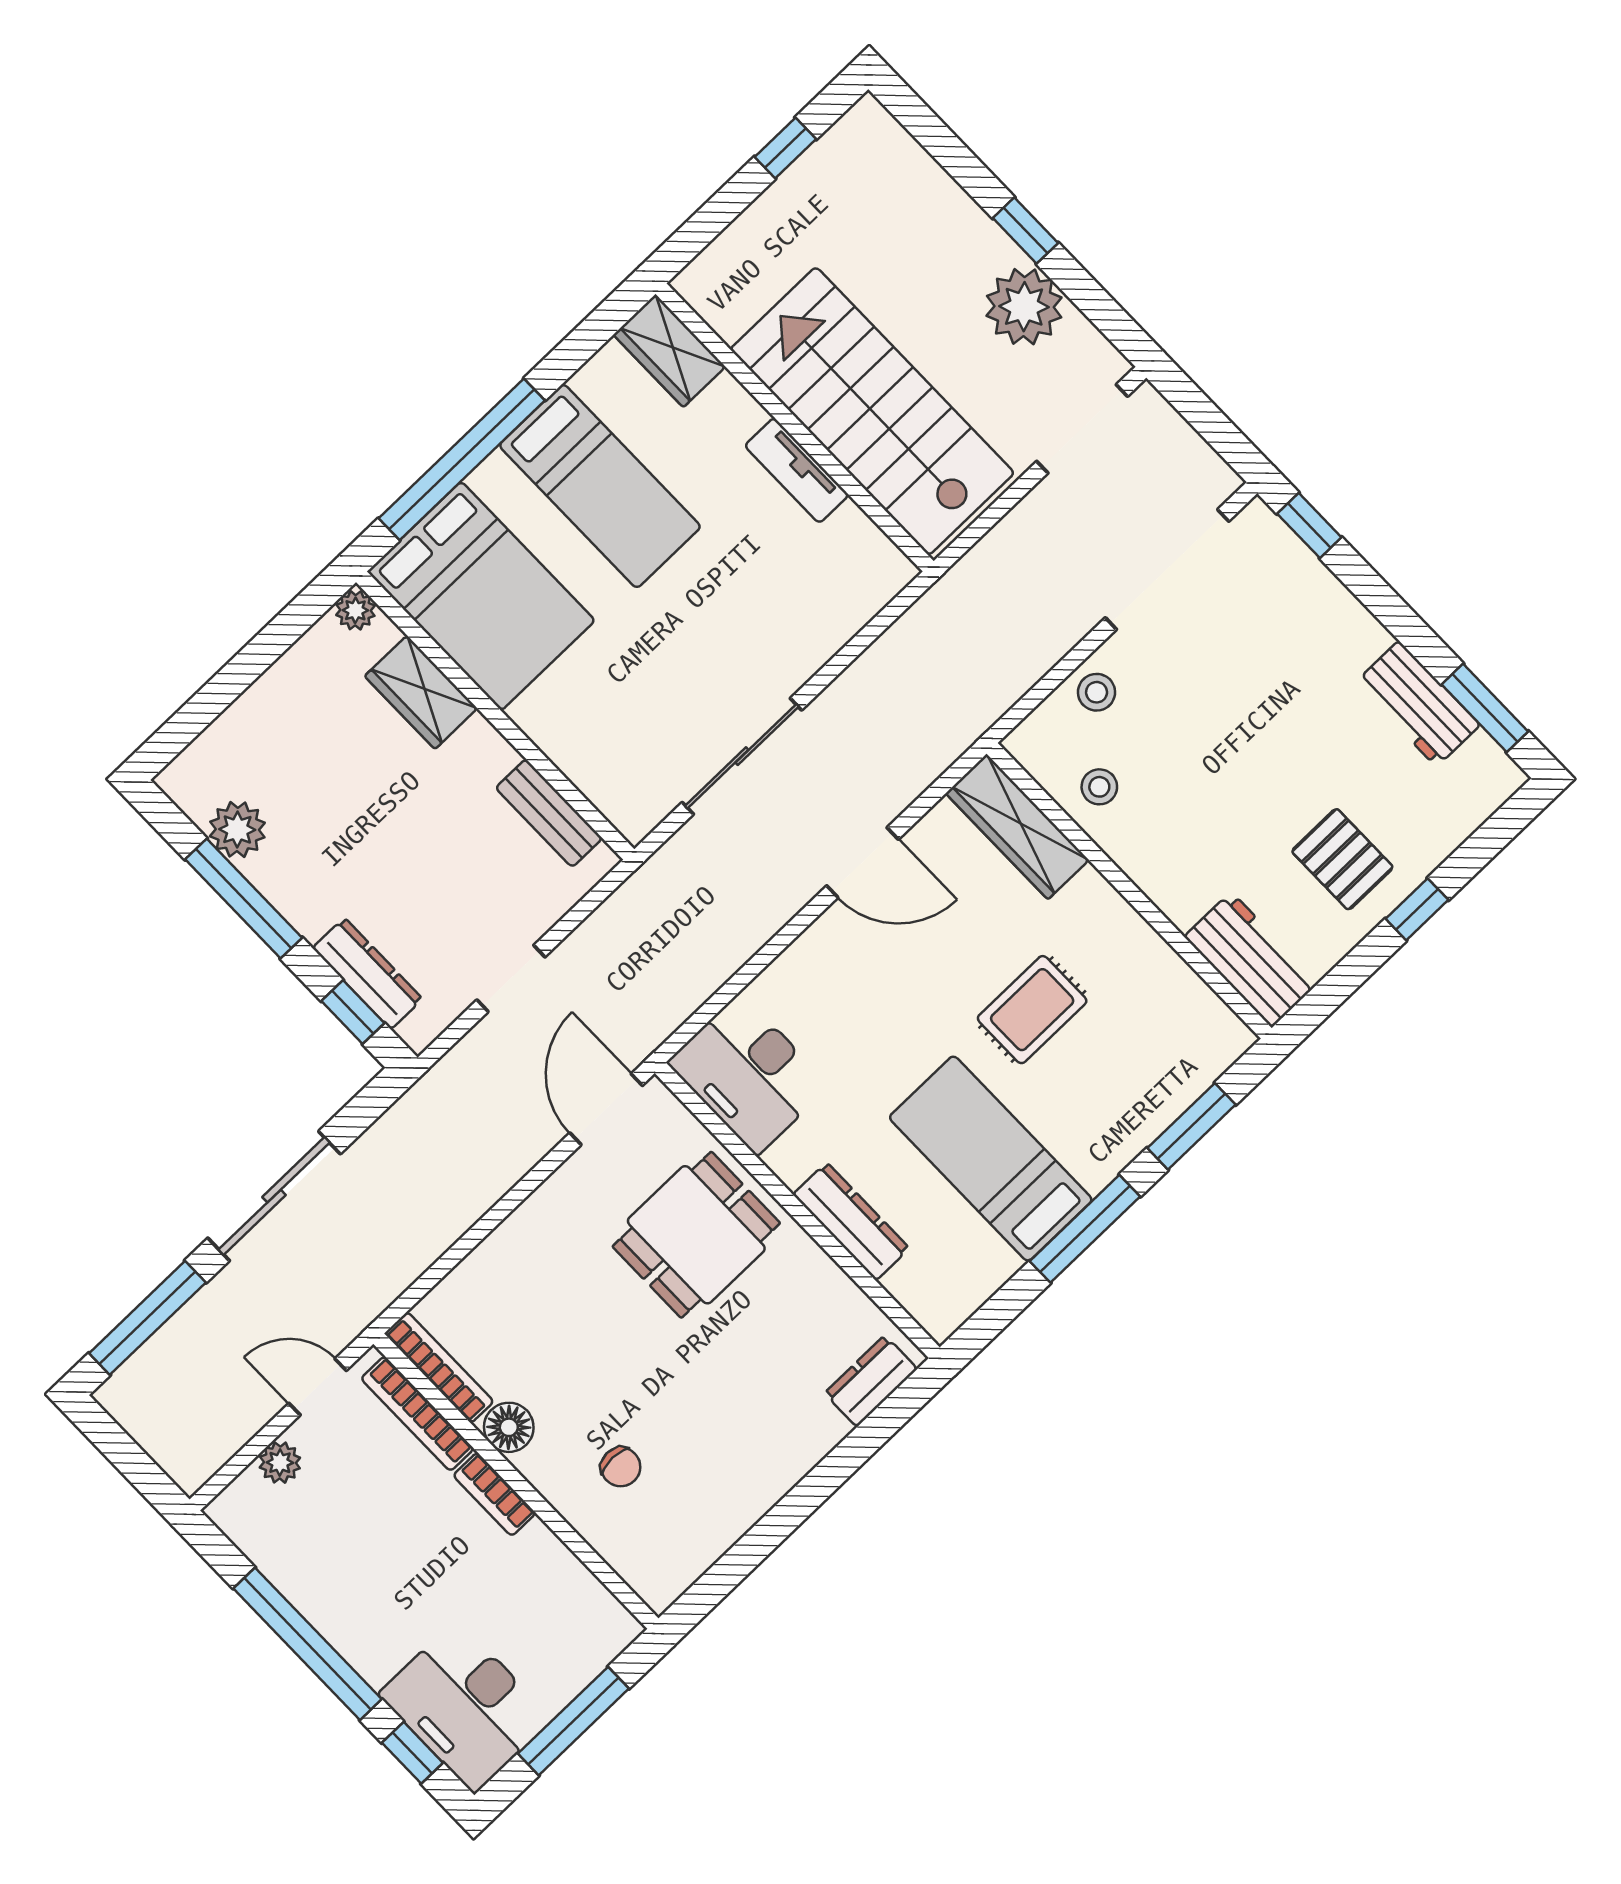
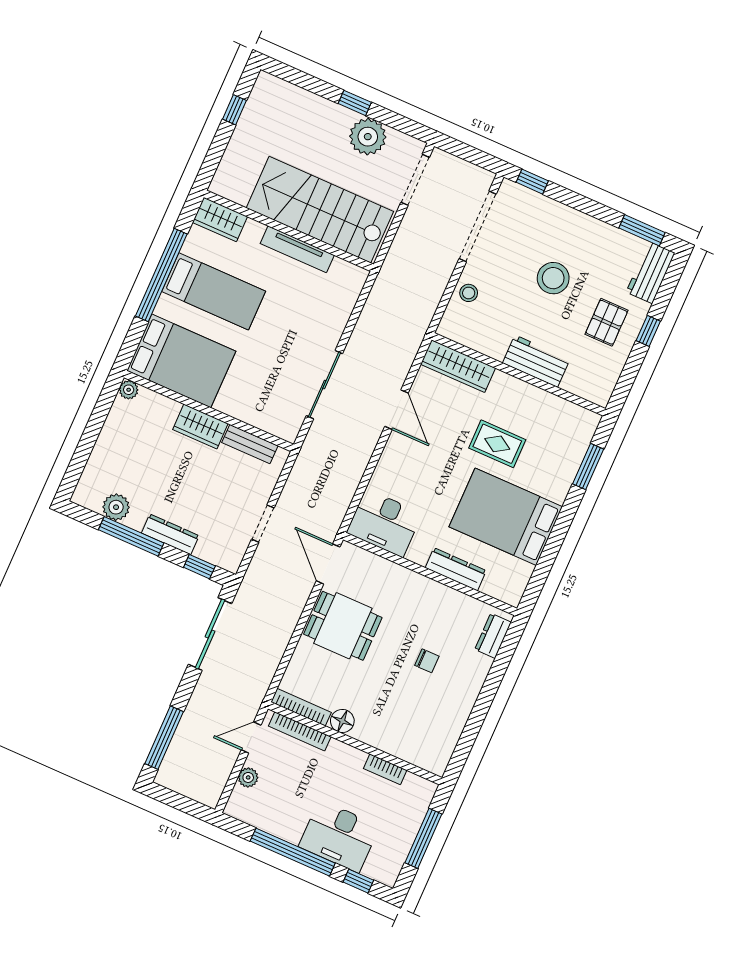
window: (462, 459) -> (161, 275), moved
tv unit: (797, 470) -> (297, 249), width x1.41
wardrobe: (421, 692) -> (200, 427), moved
workbench: (1418, 704) -> (650, 272), moved, turned 90
stool: (1099, 787) -> (553, 278), moved, width x1.89, depth x1.89
pallet: (1342, 859) -> (607, 322), turned 90
door: (862, 863) -> (396, 410), hinge flipped
workbench: (1251, 960) -> (536, 361), moved
dresser: (368, 973) -> (170, 534), moved
rug: (1032, 1010) -> (497, 444), turned 90
bed: (991, 1159) -> (506, 517), width x1.50
sliding door: (274, 1196) -> (210, 634), moved
window: (1085, 1229) -> (560, 531), removed
dining table: (696, 1235) -> (343, 626), moved, turned 90
chair: (621, 1467) -> (427, 661), moved
bookcase: (494, 1494) -> (385, 769), moved
desk: (465, 1706) -> (339, 836), moved

